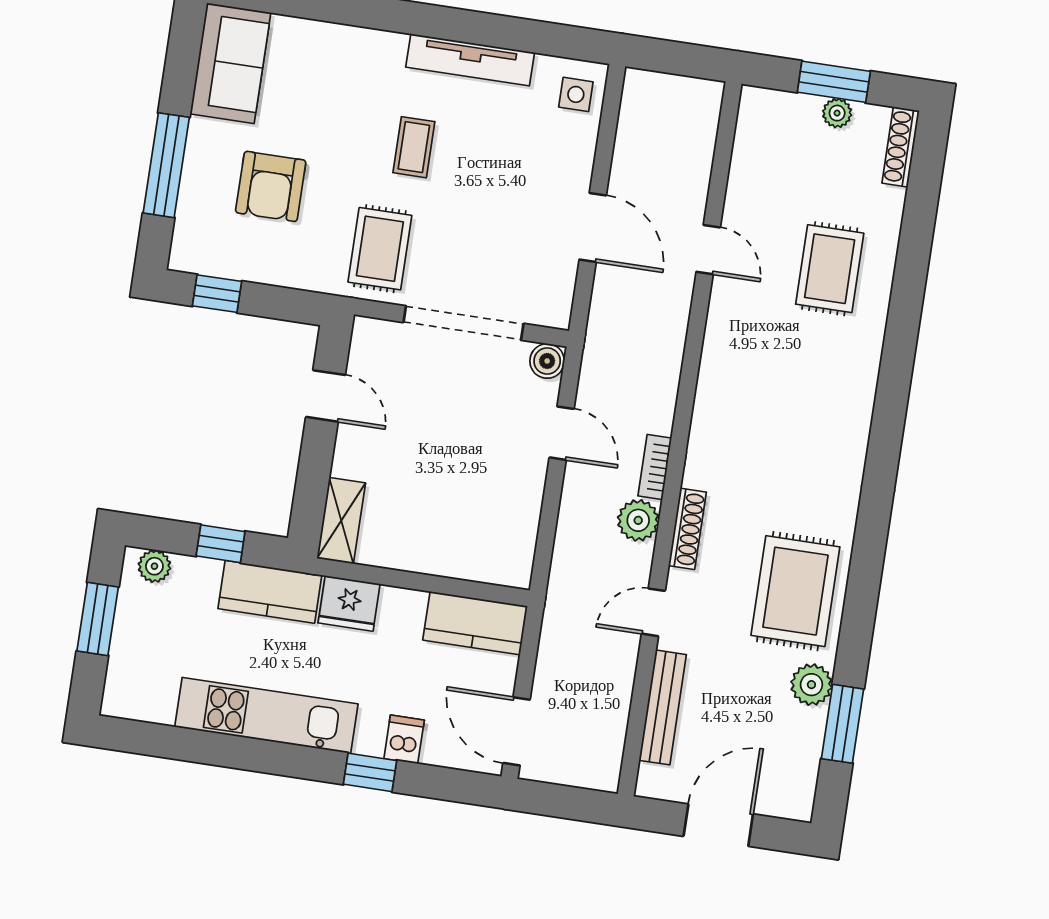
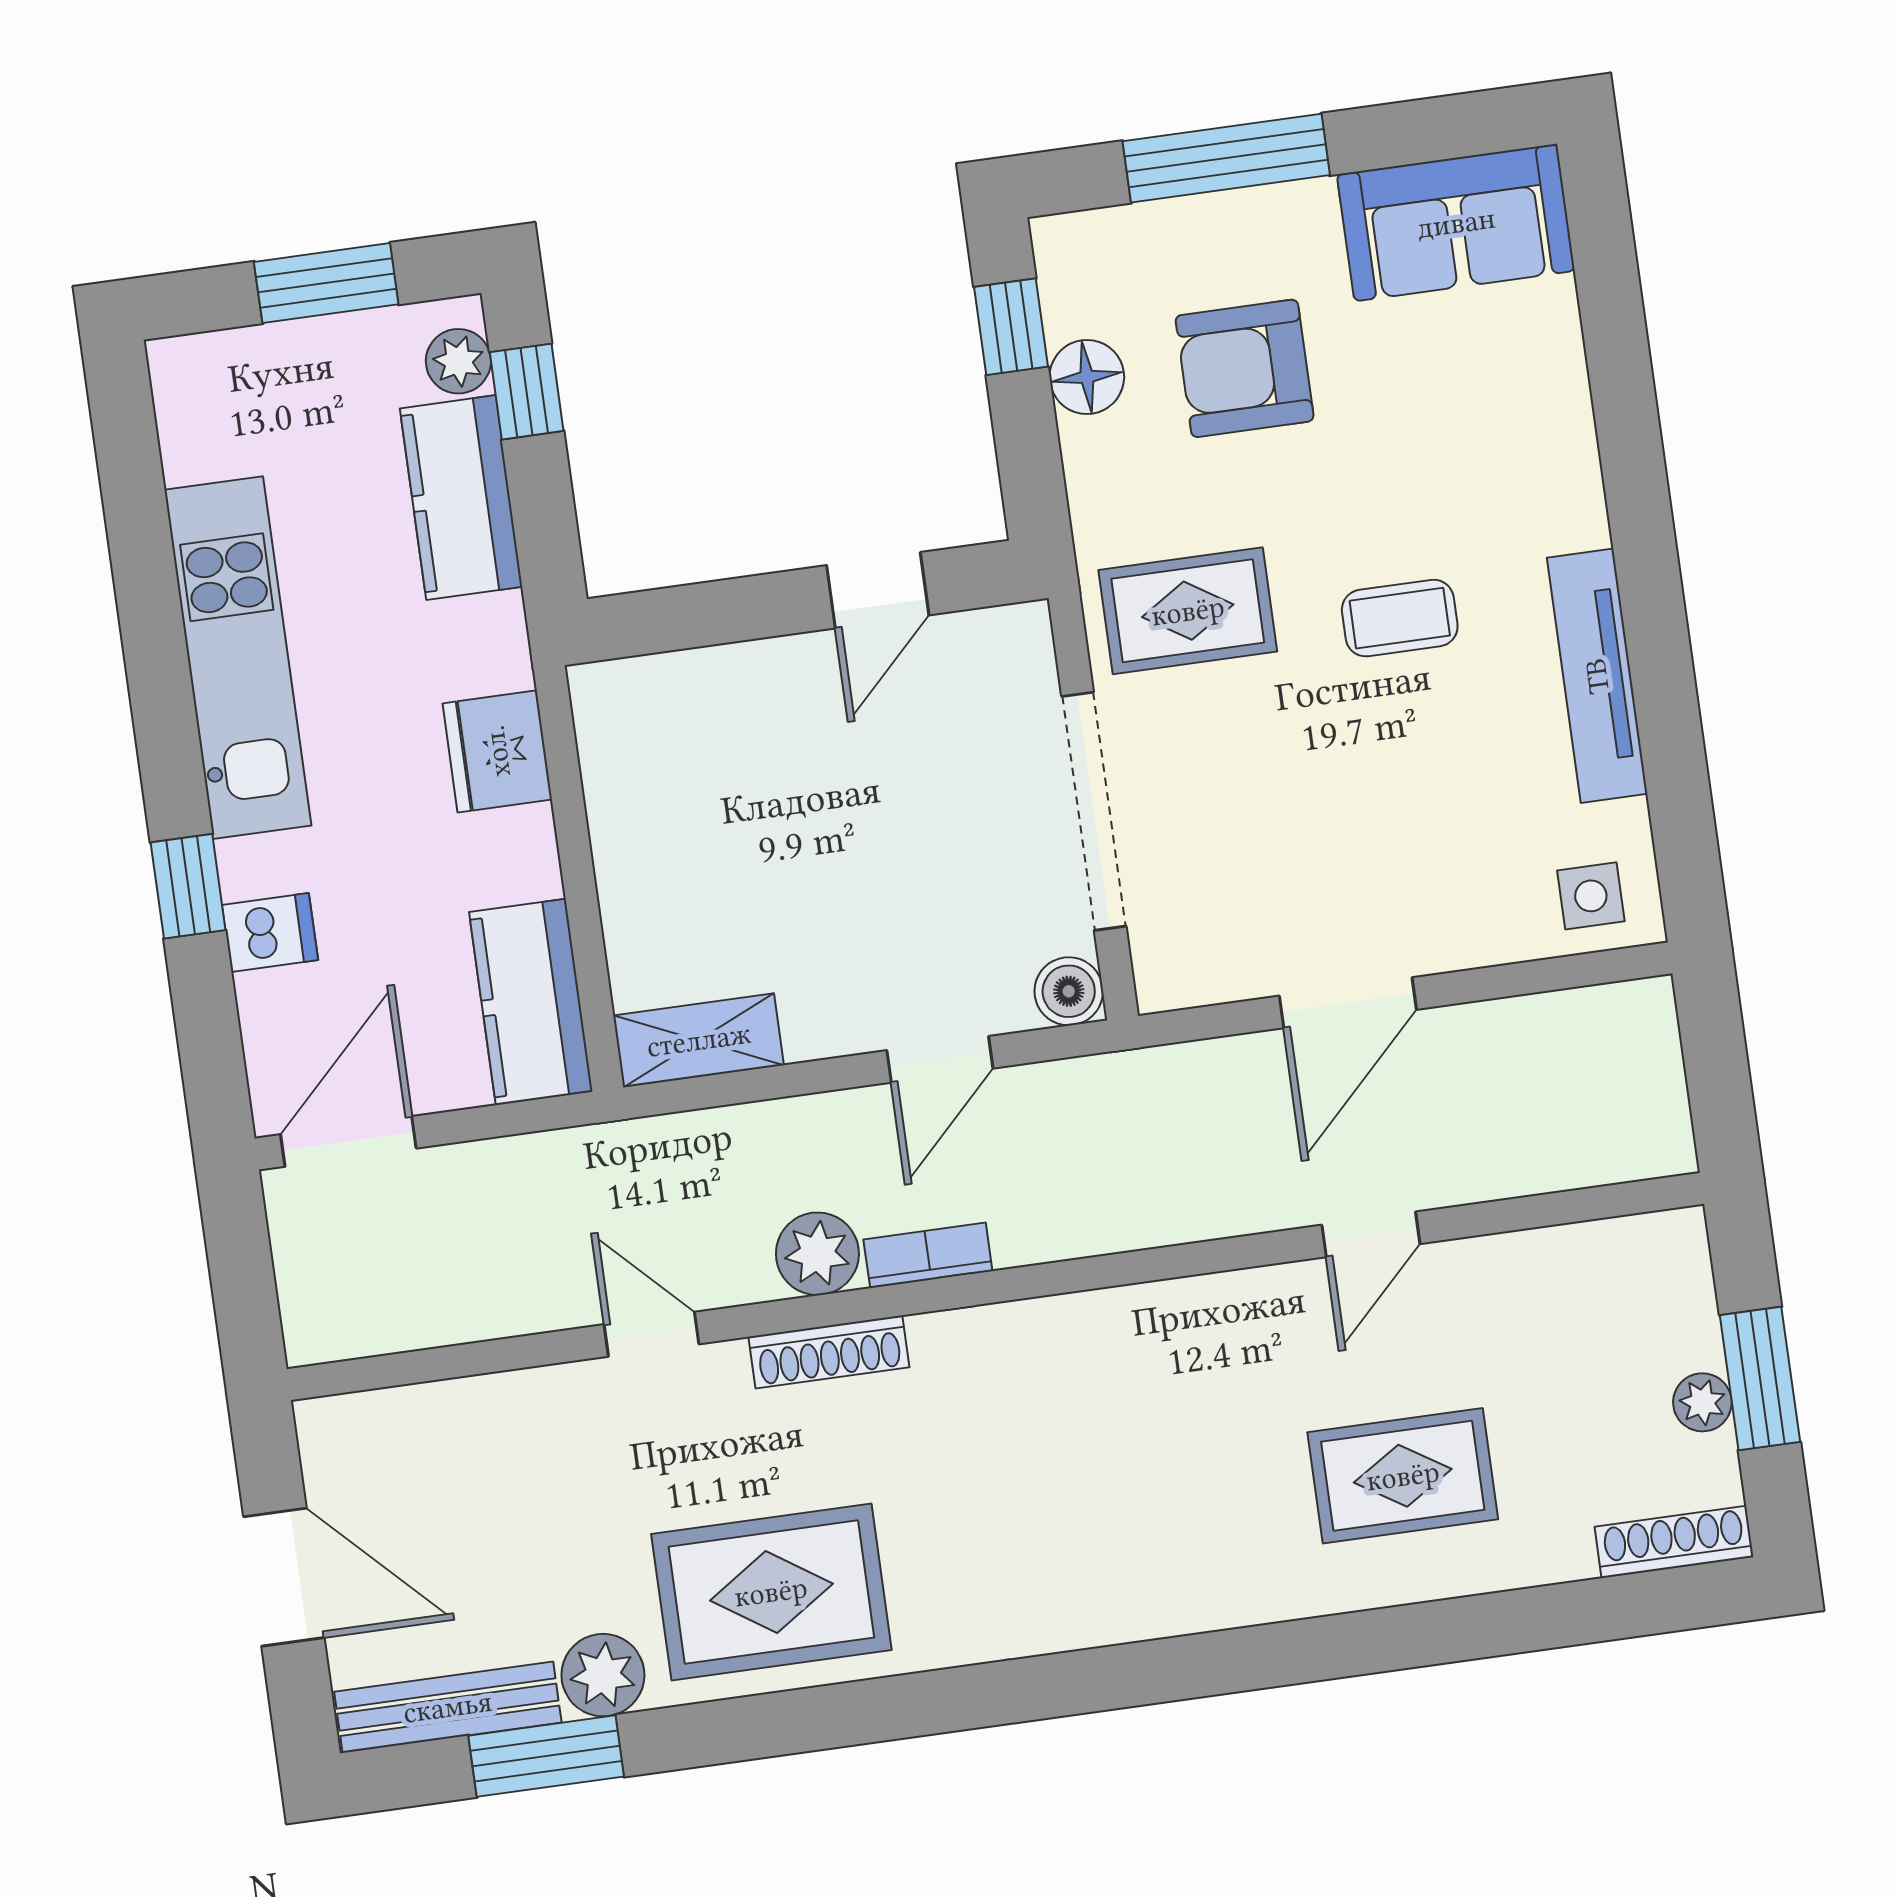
floor lamp: (252, 264) -> (1087, 377), added
shelving: (341, 521) -> (699, 1040), moved
window: (221, 544) -> (527, 392), moved
kitchen counter: (270, 592) -> (461, 498), moved
bench: (663, 707) -> (448, 1707), moved

